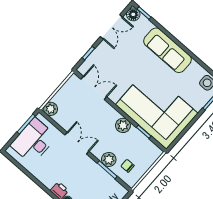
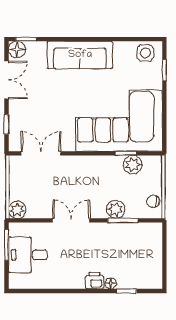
plant: (123, 125) -> (133, 165), moved
desk: (34, 141) -> (28, 255), width x0.73
chair: (128, 166) -> (153, 201), moved

